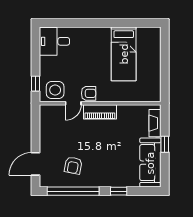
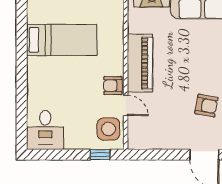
armchair: (89, 93) -> (113, 86), turned -90
piano: (100, 112) -> (140, 63), width x1.37, depth x1.33

